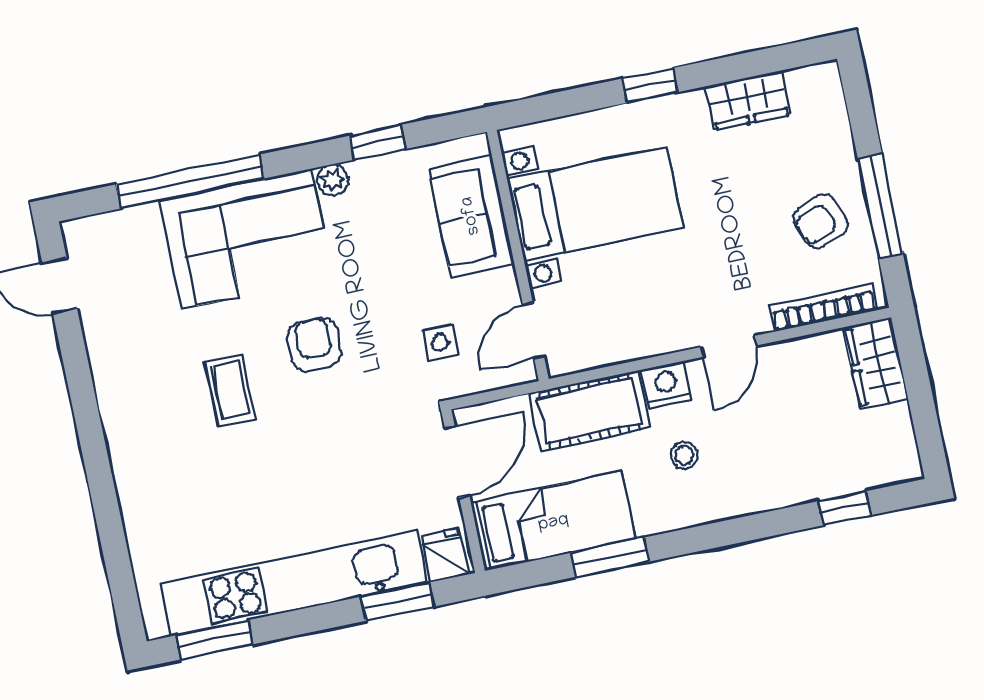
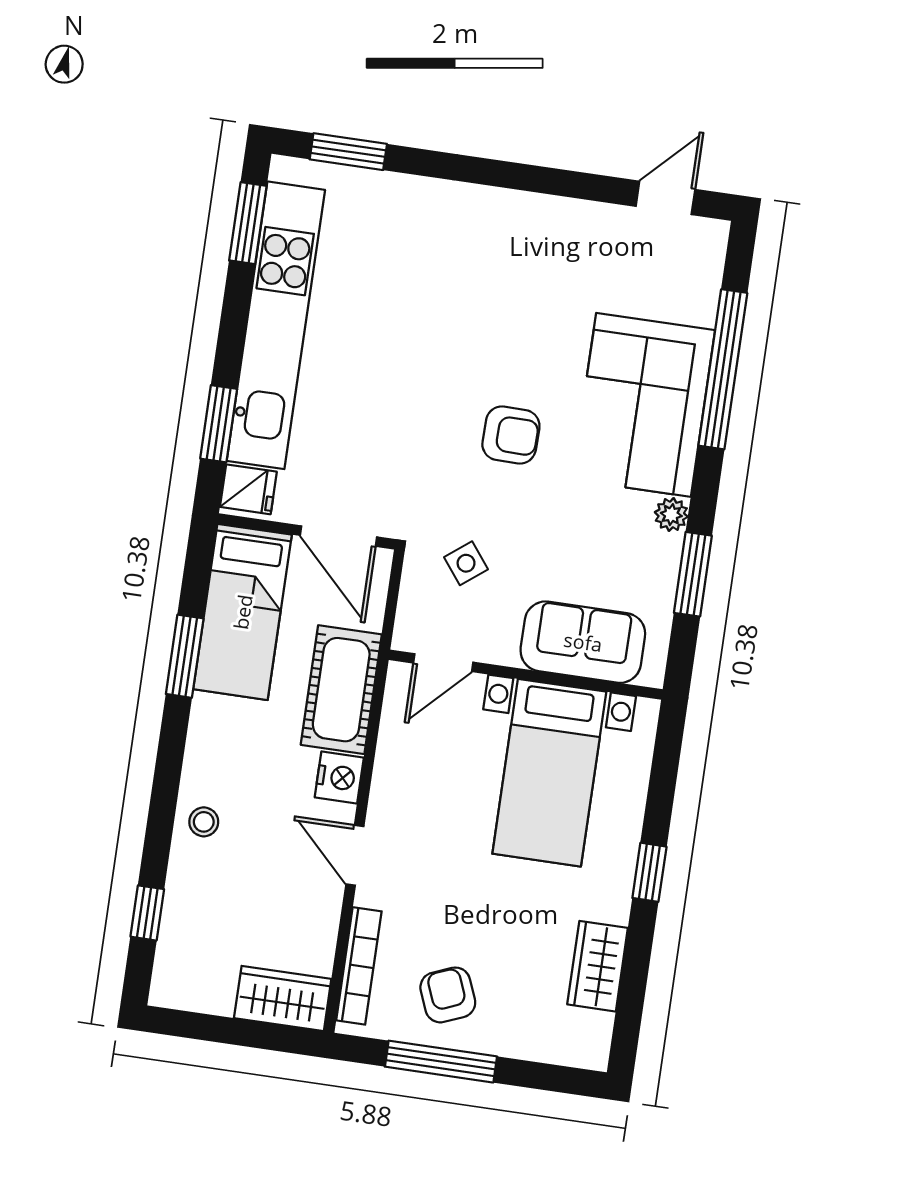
window: (377, 142) -> (693, 574), width x1.50
door: (533, 331) -> (443, 663), swing flipped
side table: (440, 343) -> (466, 563), turned -38
coffee table: (231, 390) -> (495, 333), removed
stool: (684, 455) -> (204, 822), moved
window: (120, 575) -> (348, 152), added

